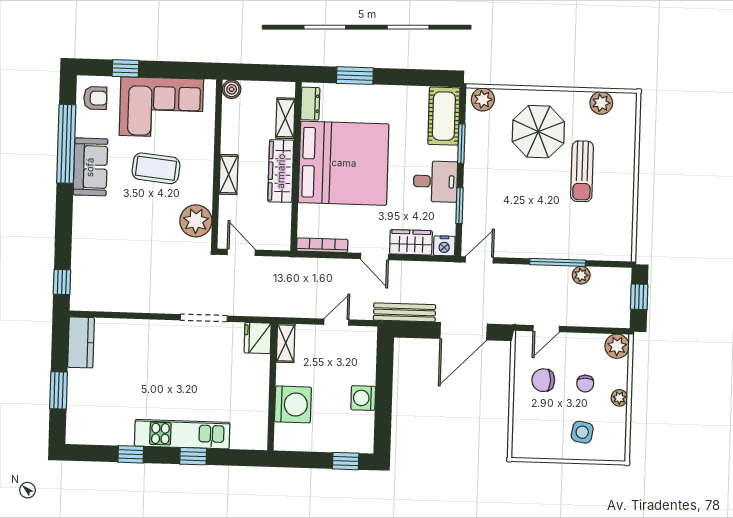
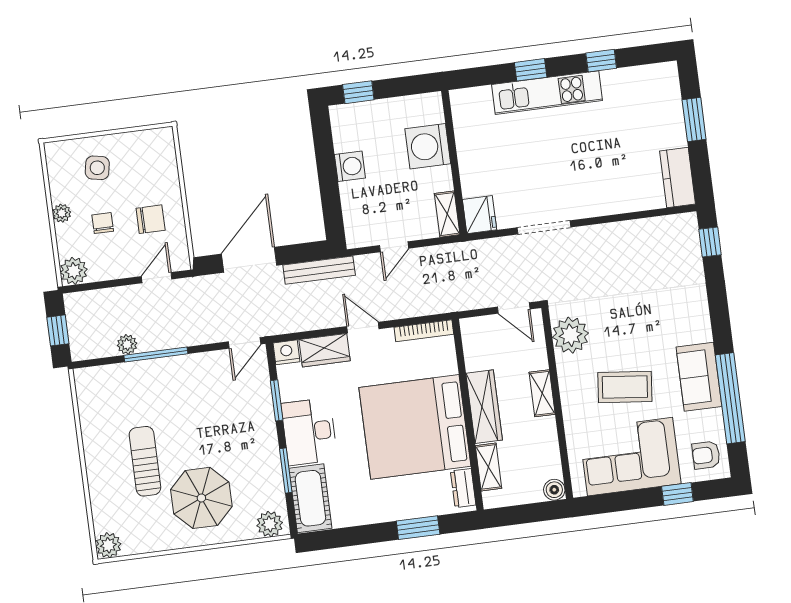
plant: (601, 103) -> (108, 545), moved
desk: (435, 181) -> (309, 432), width x1.37

